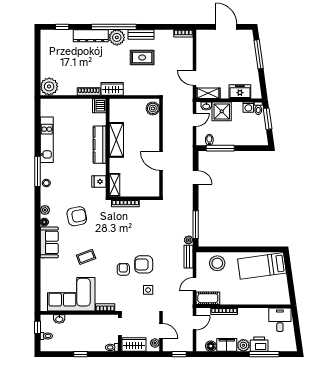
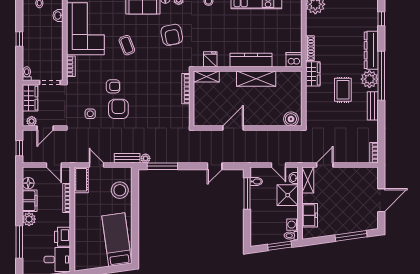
rug: (142, 57) -> (343, 90), moved
printer: (259, 344) -> (62, 237), moved, turned 180

